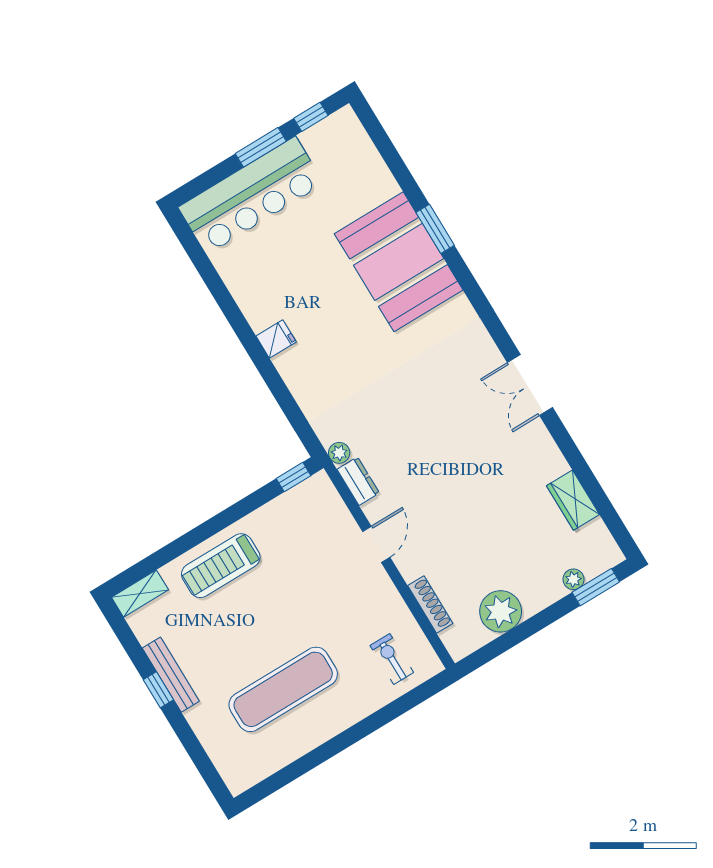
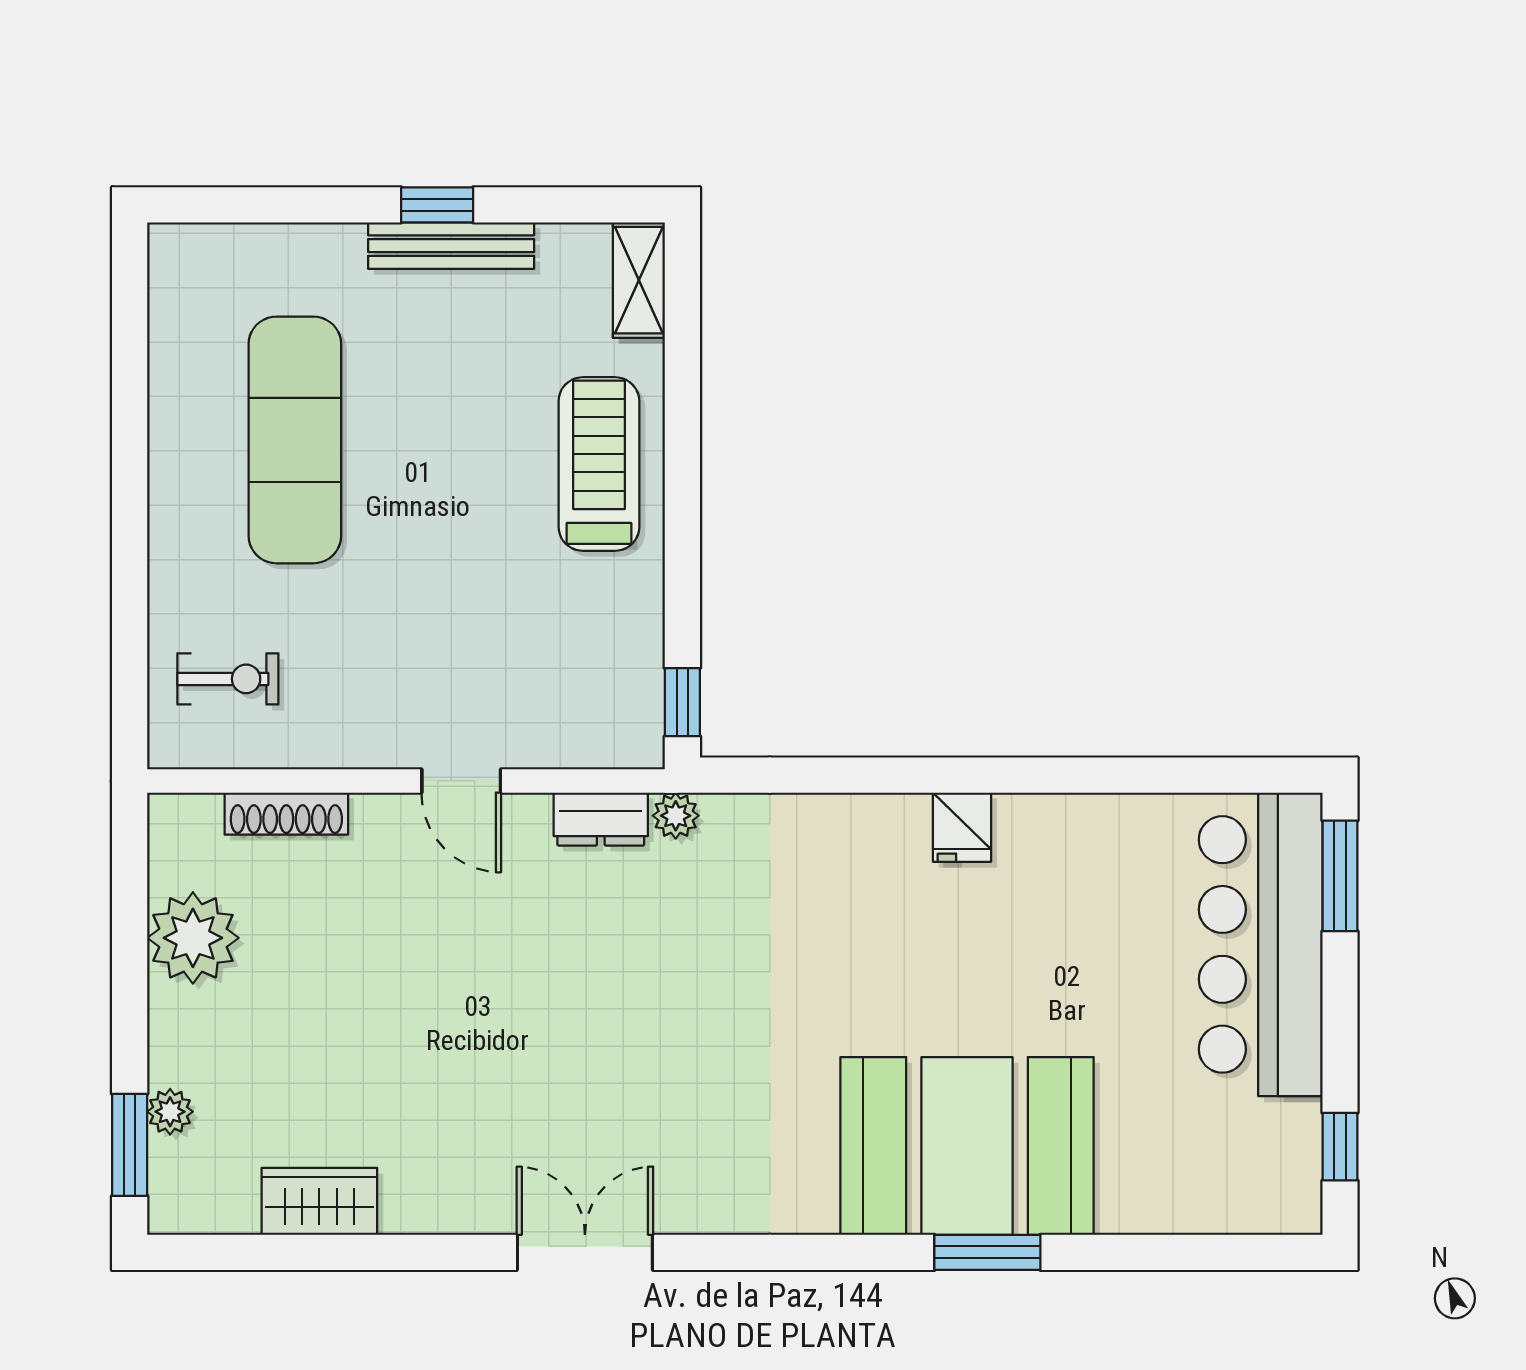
window: (261, 147) -> (1340, 876), moved

